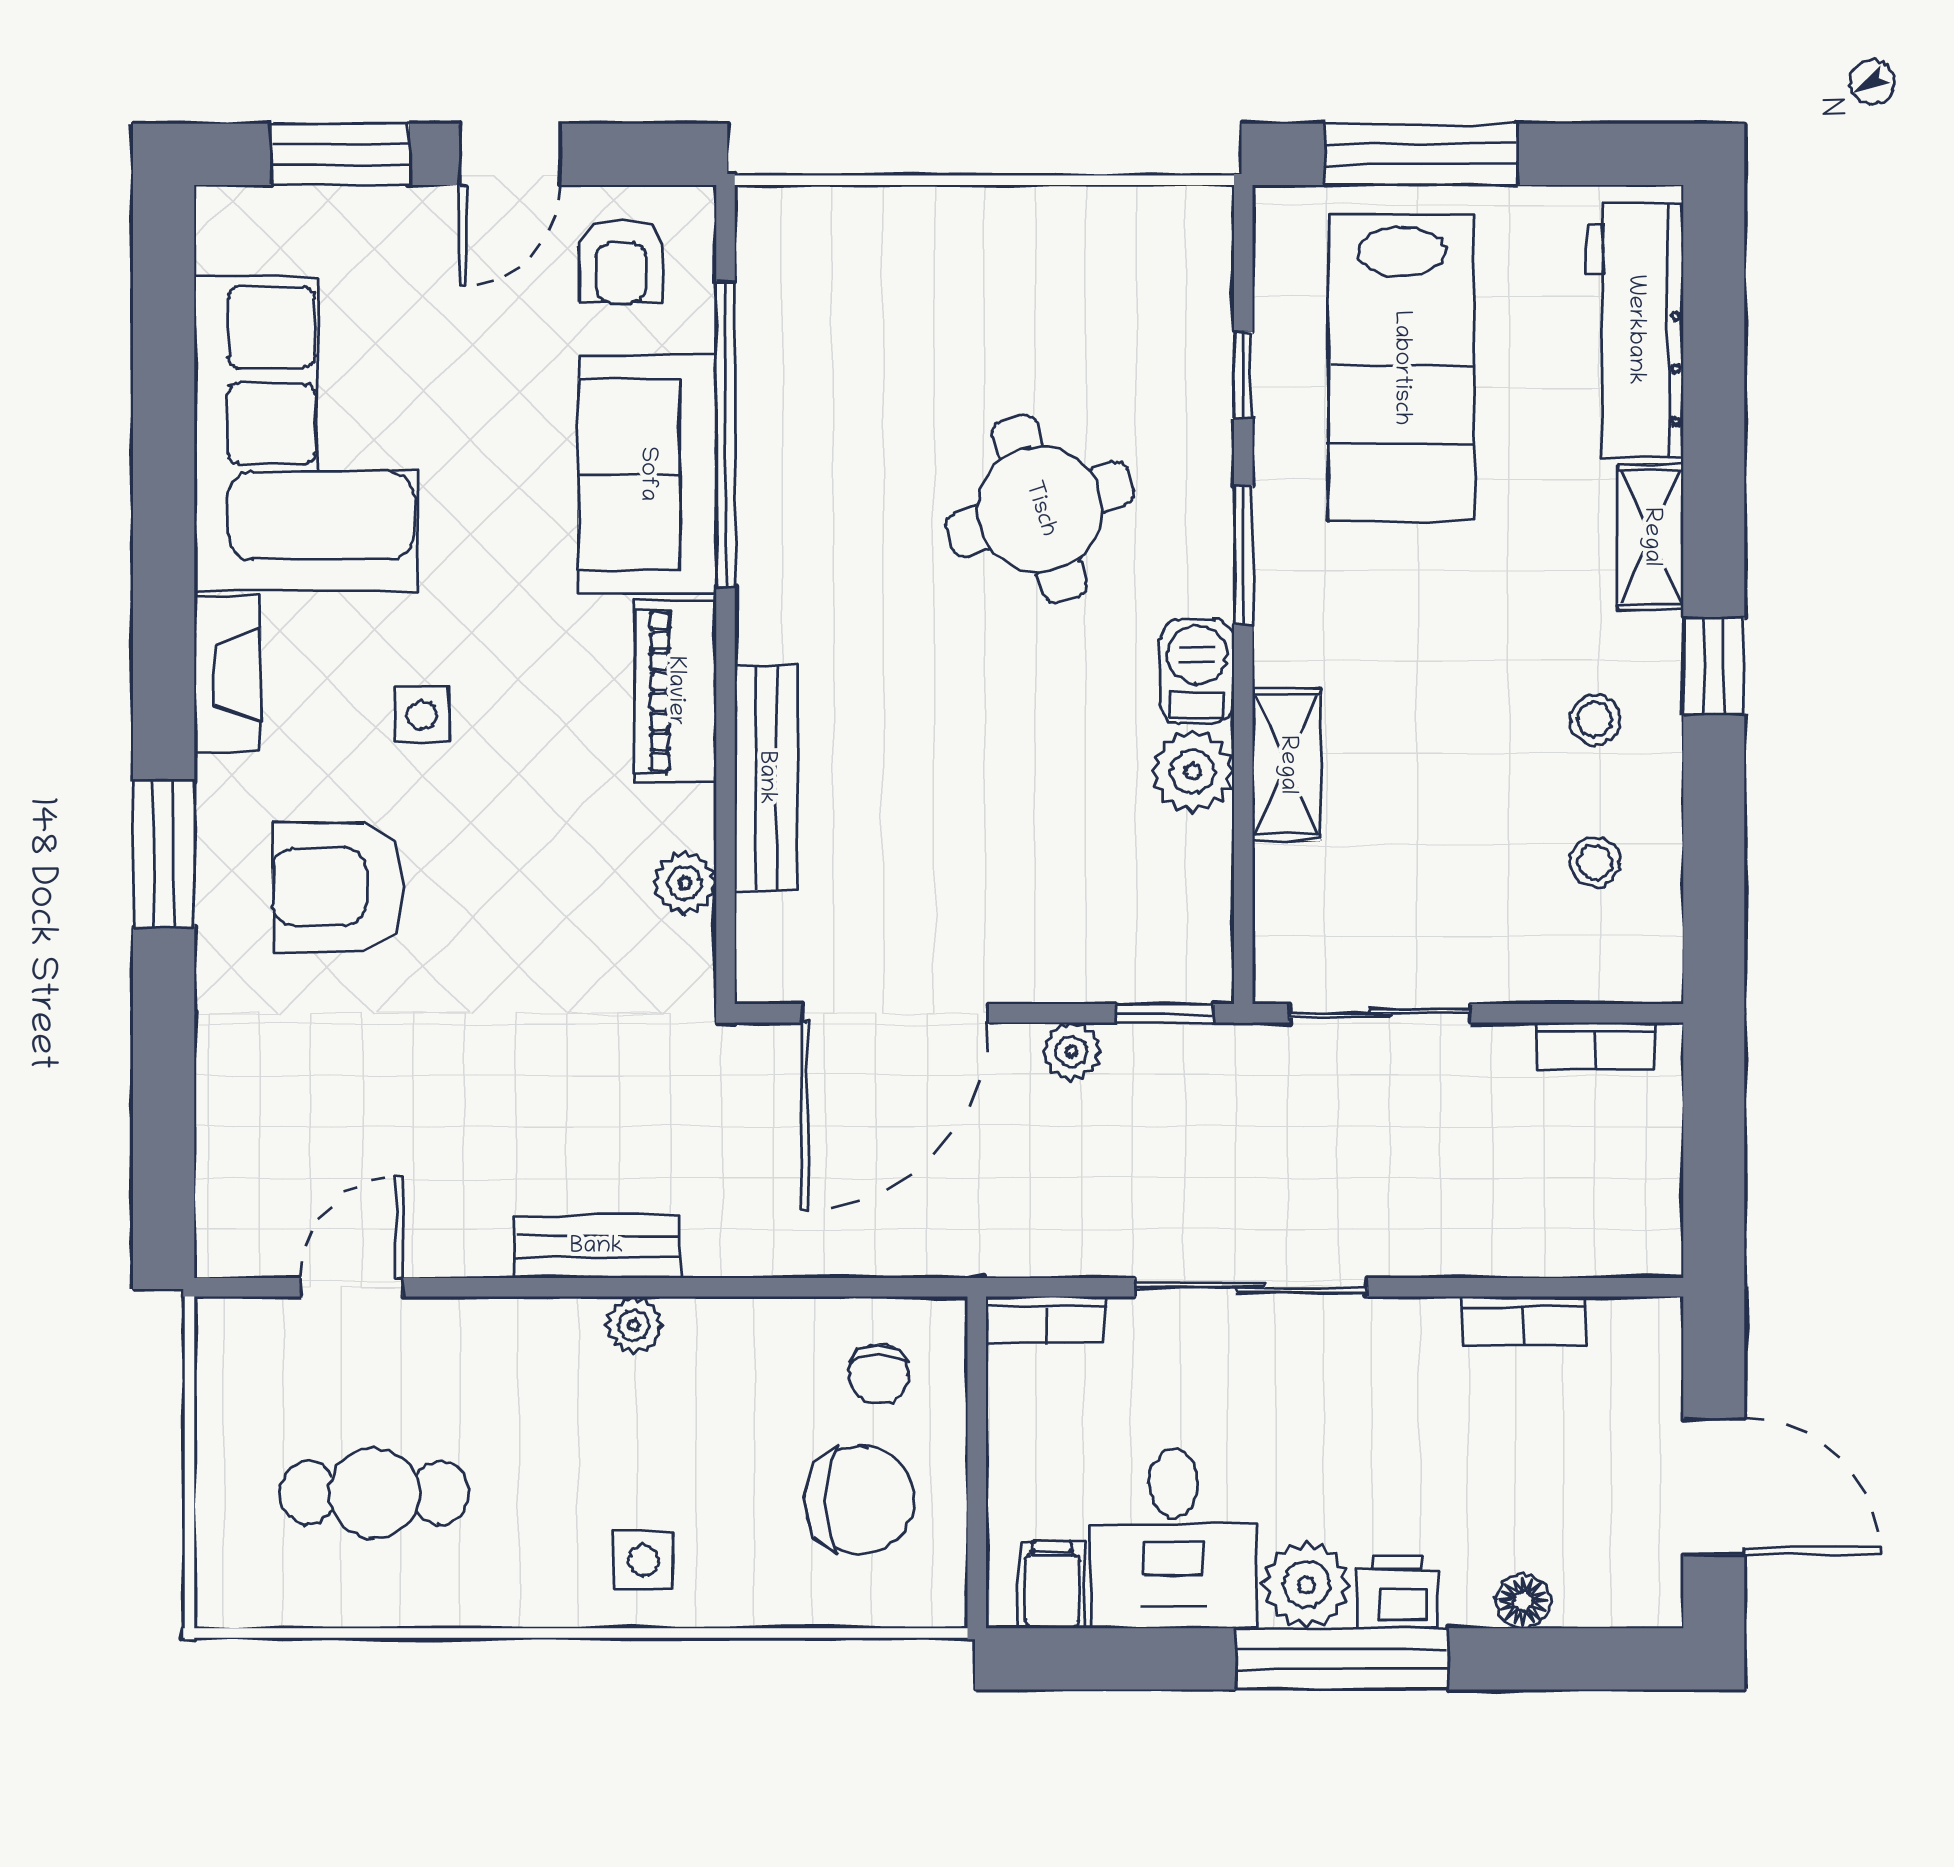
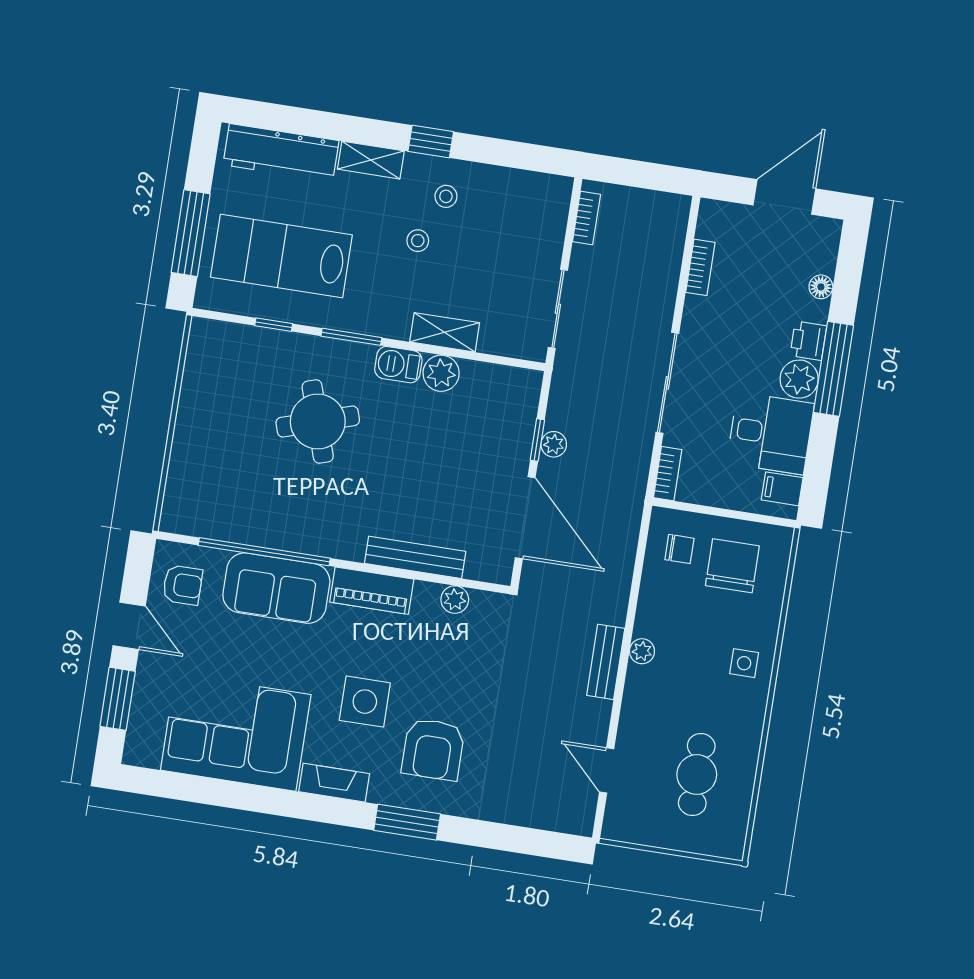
lab bench: (1401, 368) -> (281, 256), turned 180
side table: (422, 715) -> (365, 702), width x1.87, depth x1.87
stool: (1595, 862) -> (418, 241), moved
window: (1165, 1013) -> (537, 440), moved

